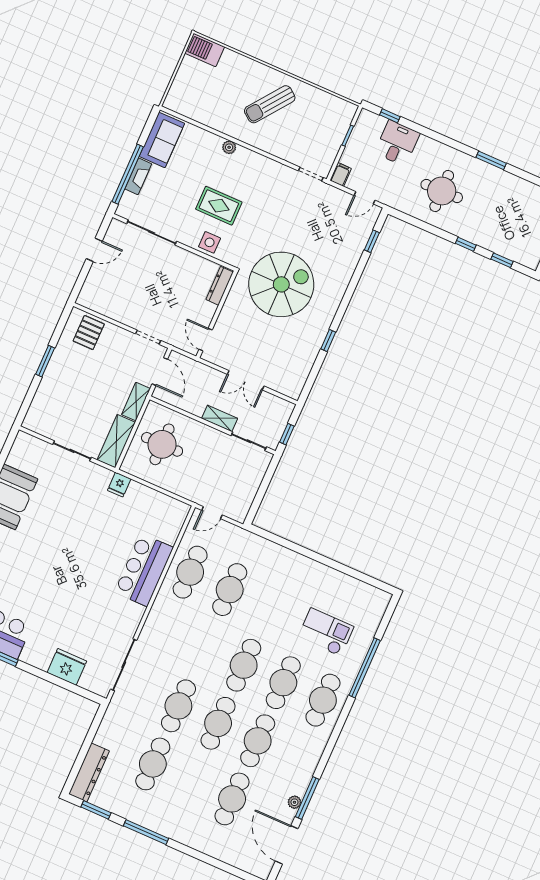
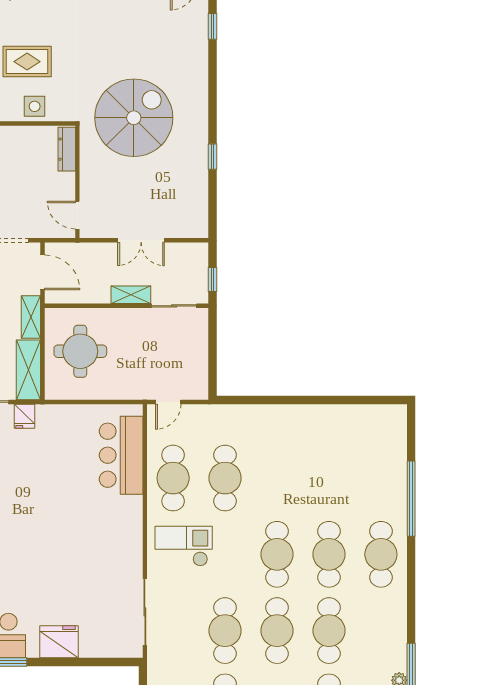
fridge: (119, 485) -> (25, 416), moved
bar counter: (144, 570) -> (121, 455), moved
checkout: (326, 632) -> (184, 546), moved
fridge: (67, 667) -> (59, 642), moved

